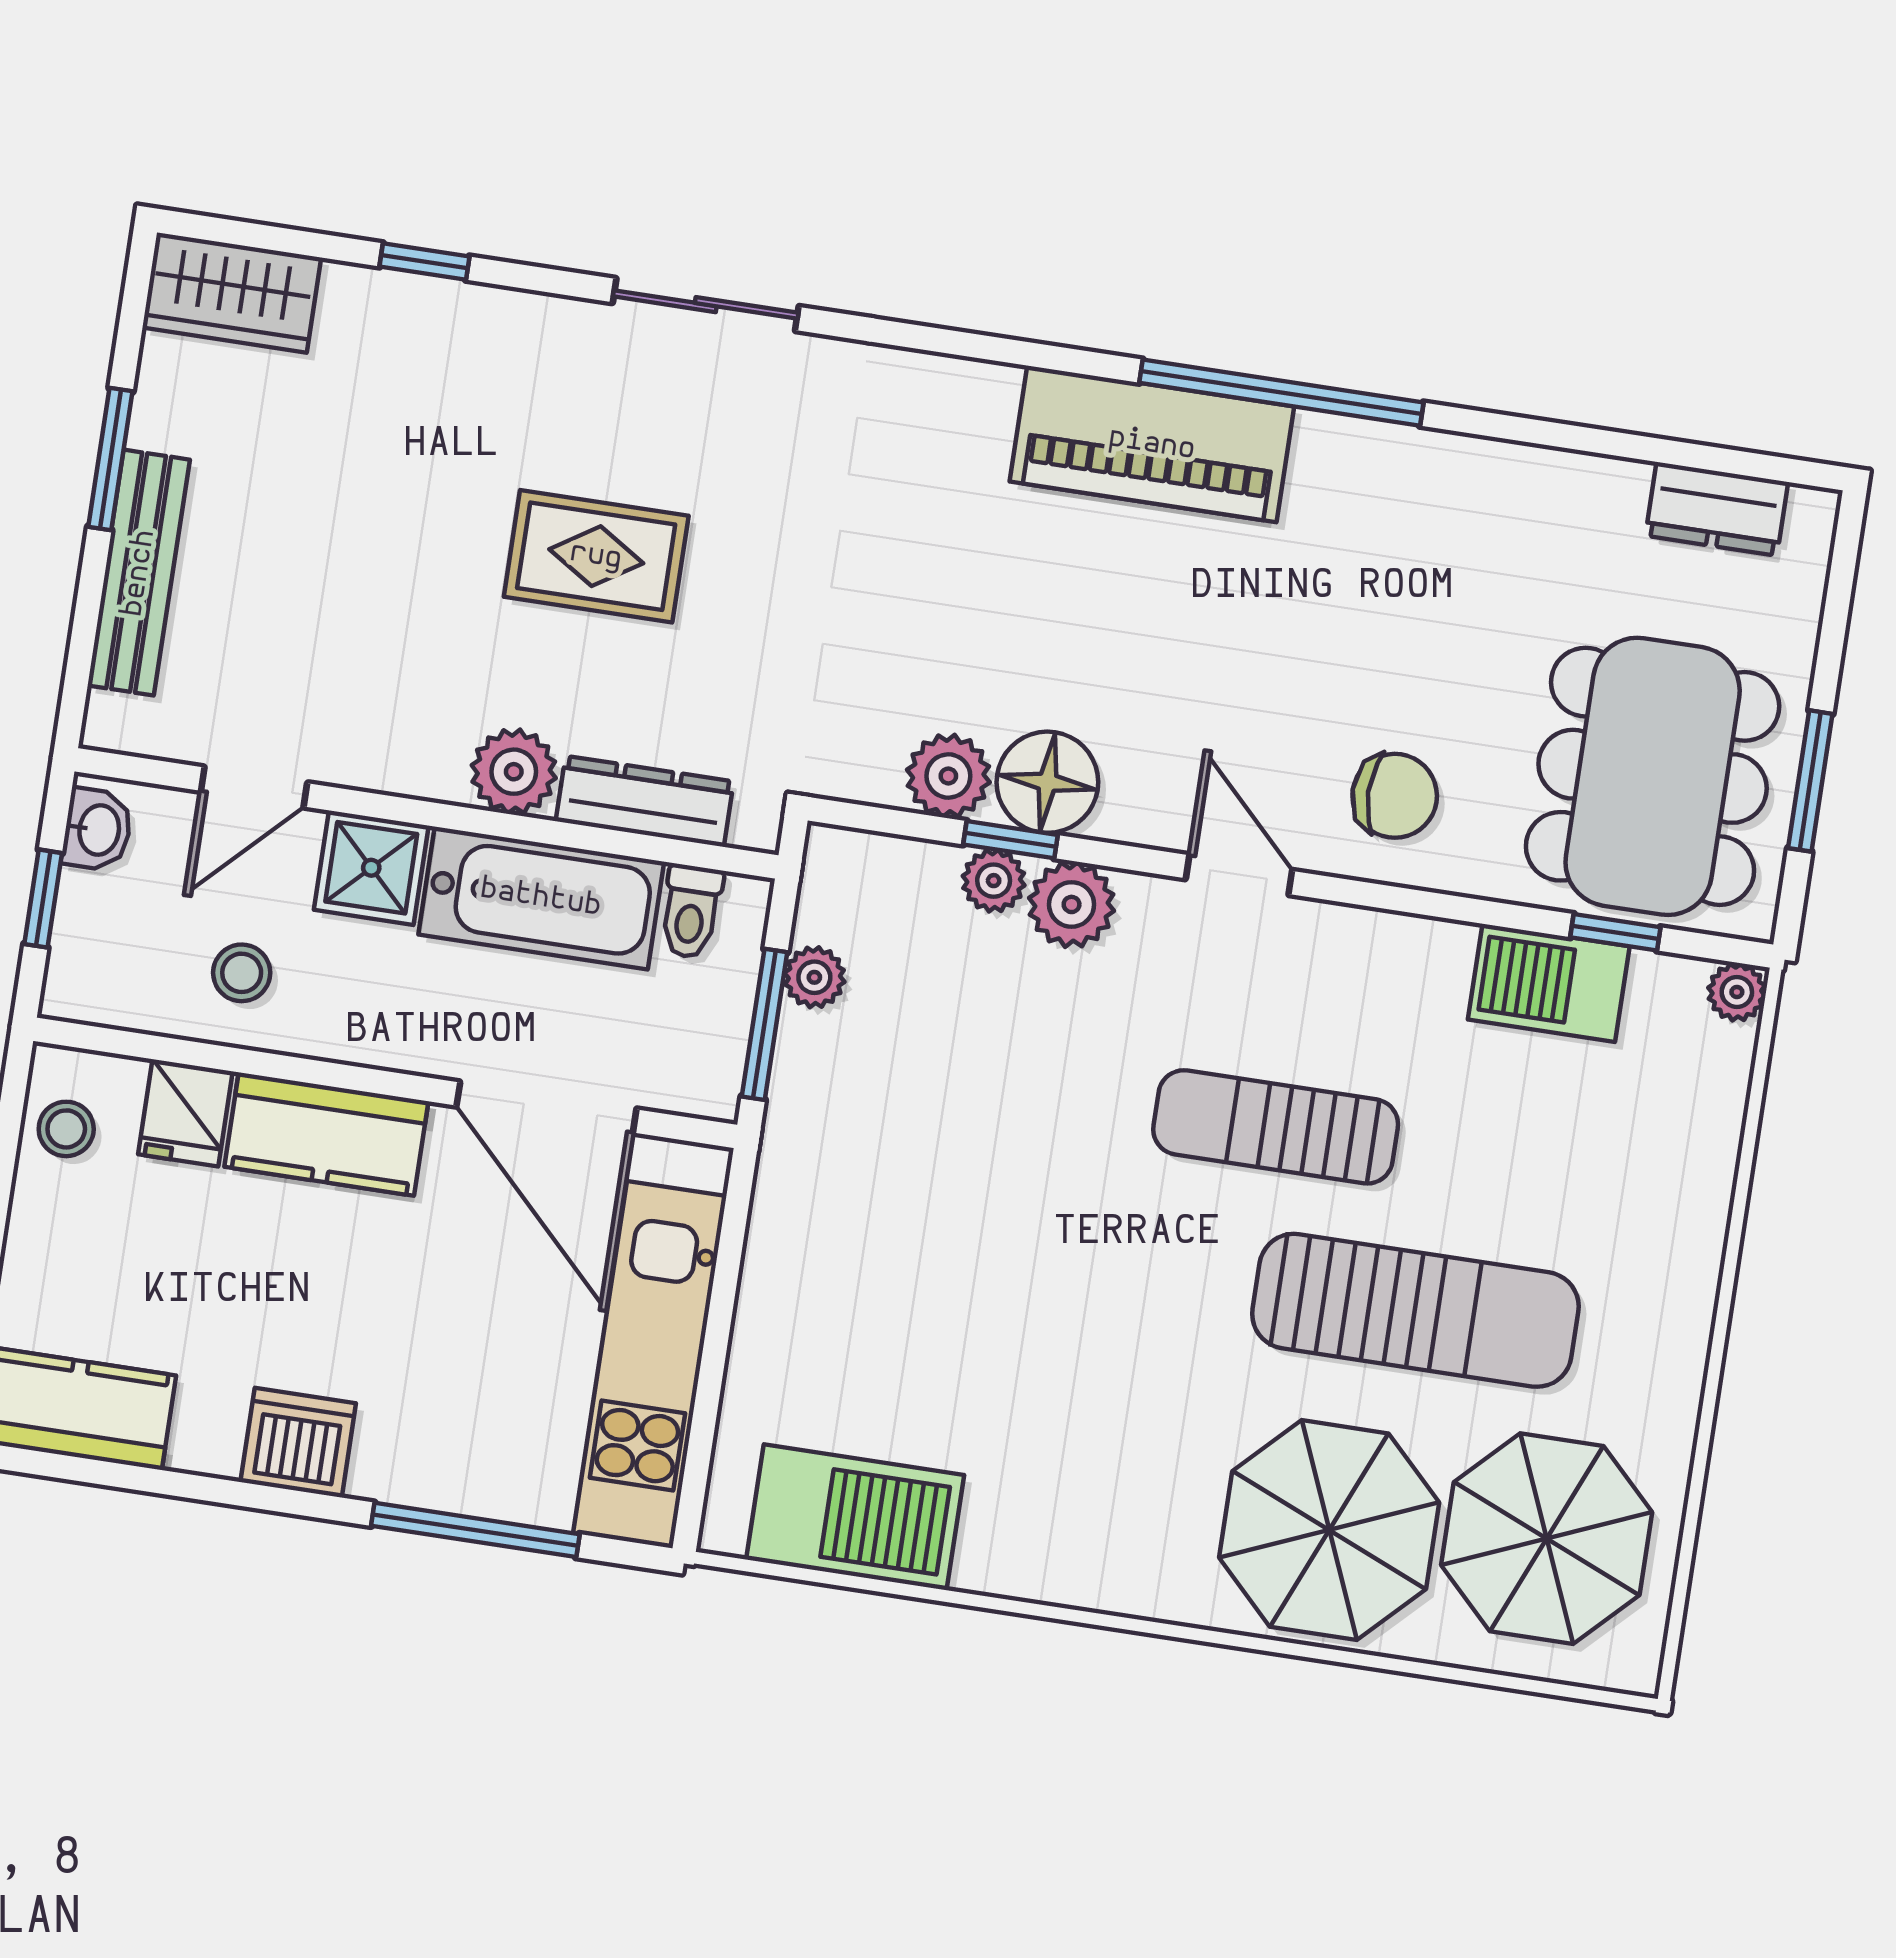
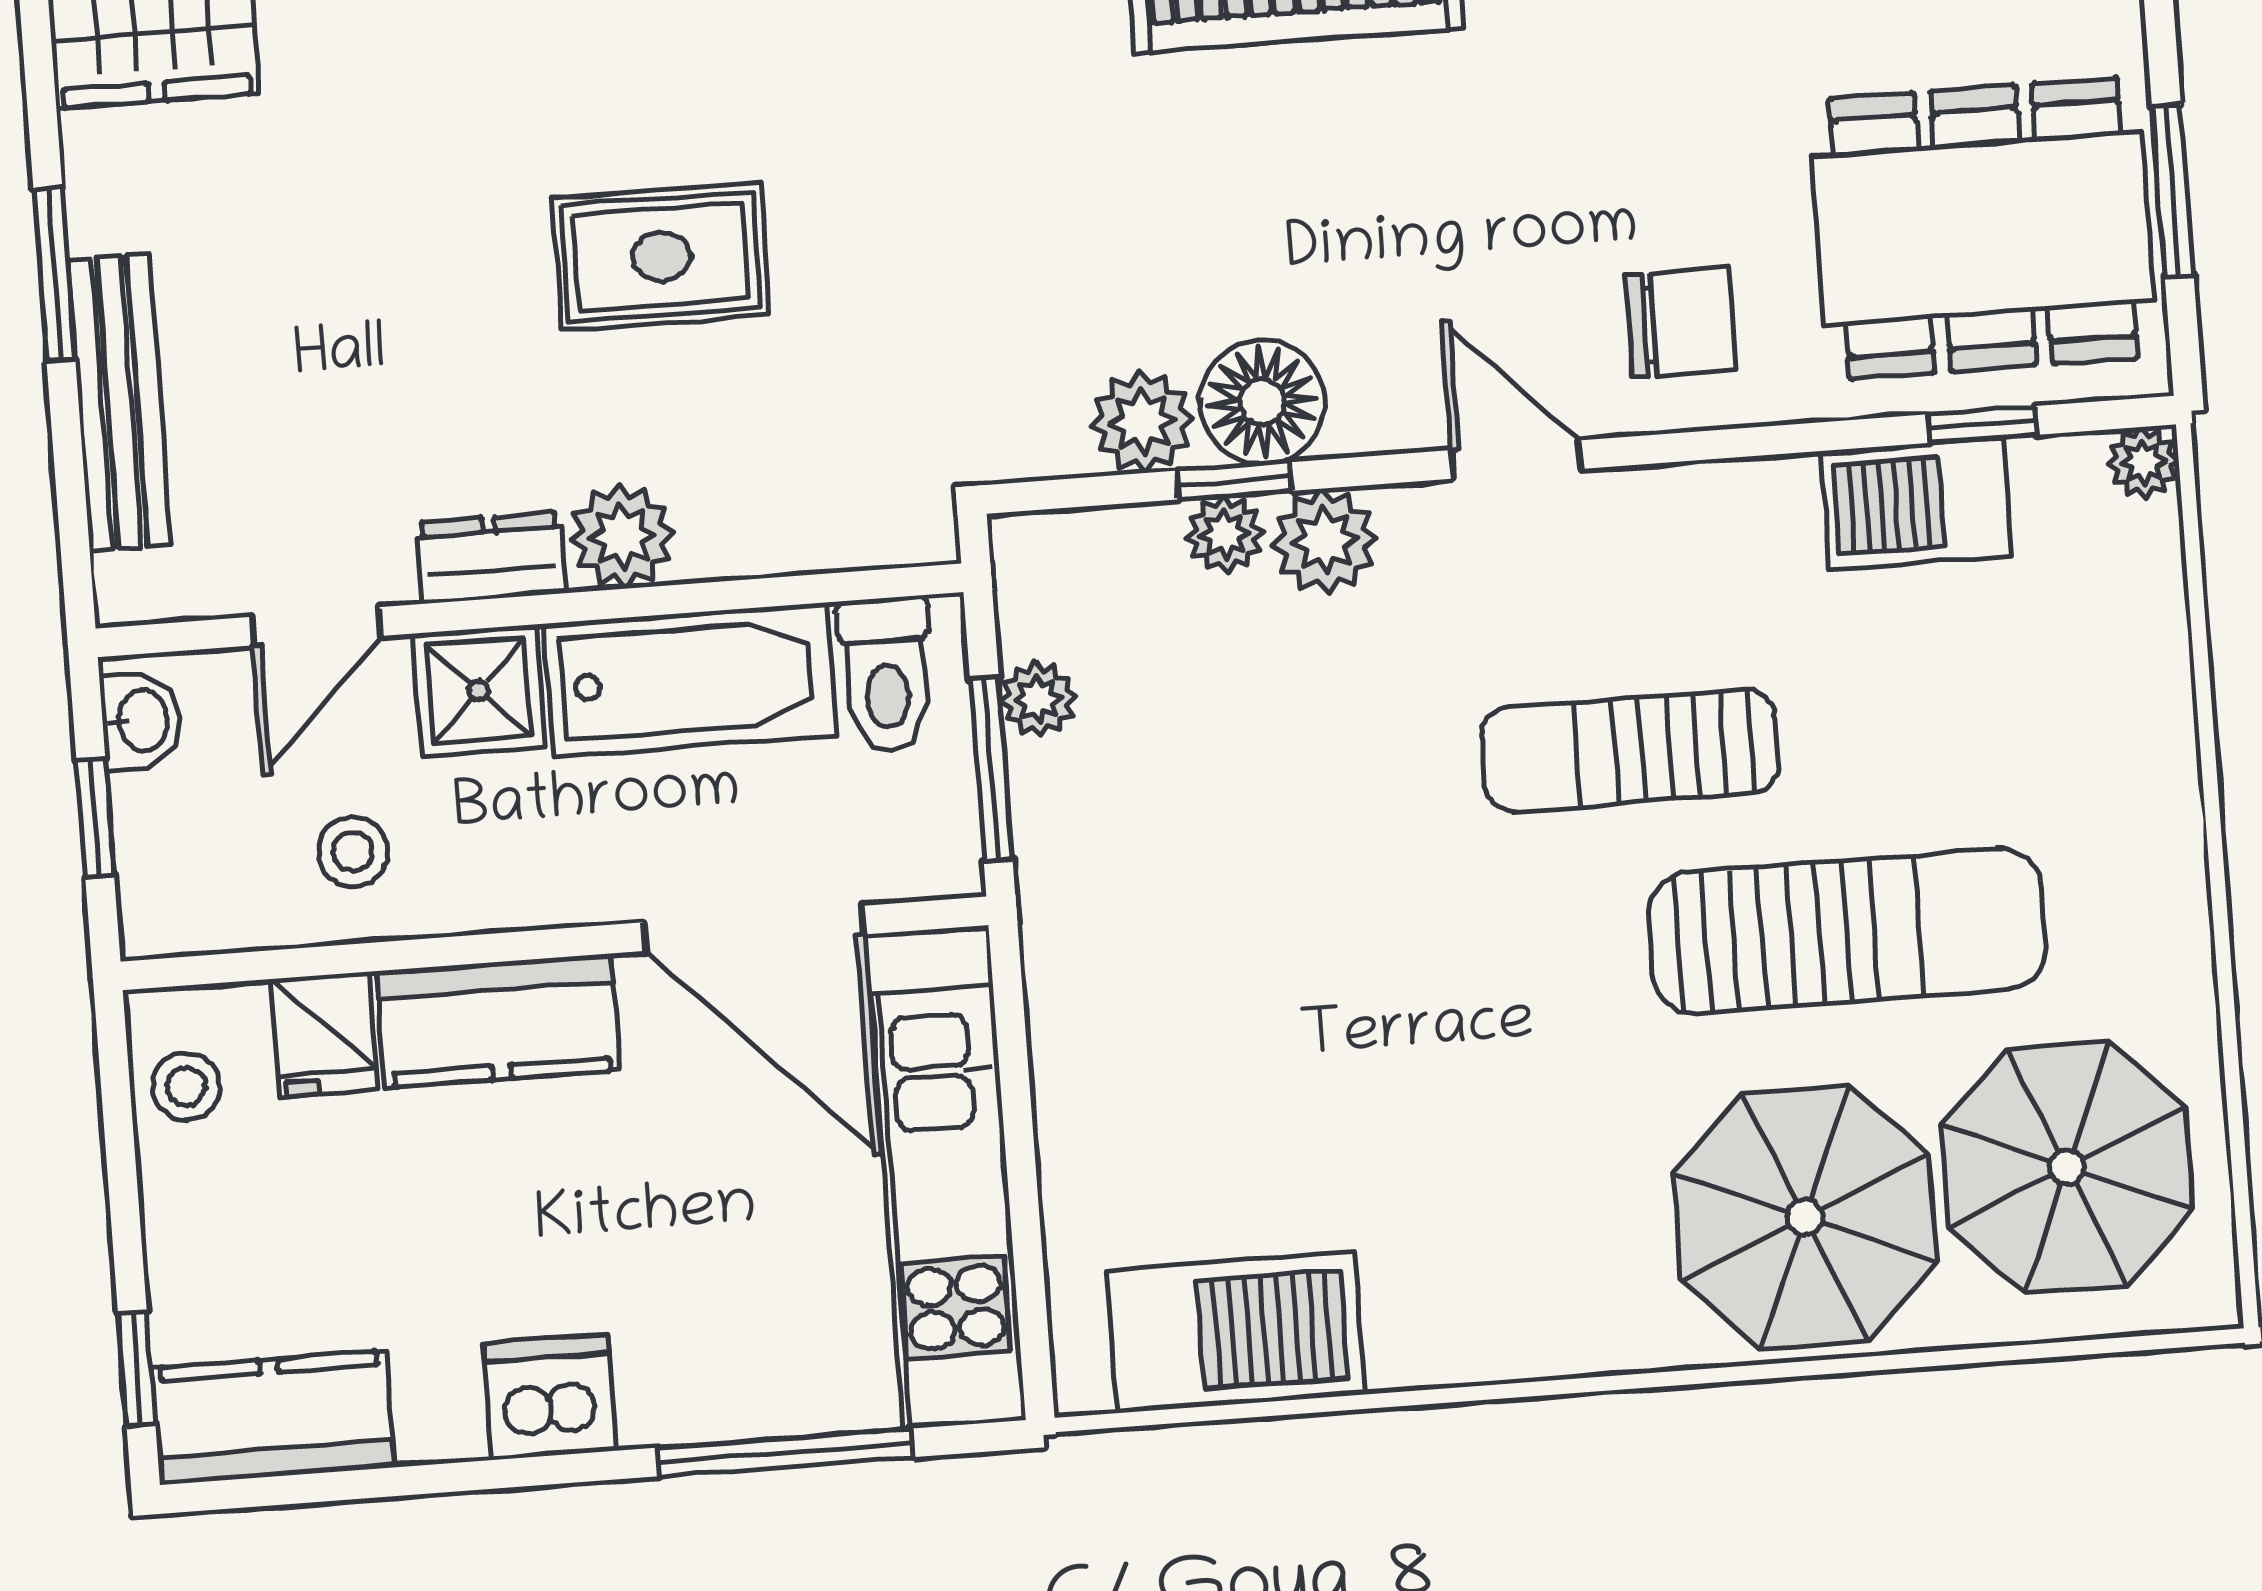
dining table: (1653, 776) -> (1983, 228), turned 90
dresser: (645, 801) -> (491, 558), moved, width x0.70
toilet: (691, 911) -> (886, 675), width x1.37, depth x1.39

